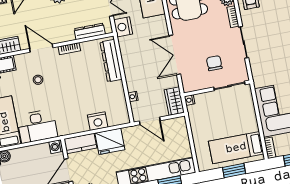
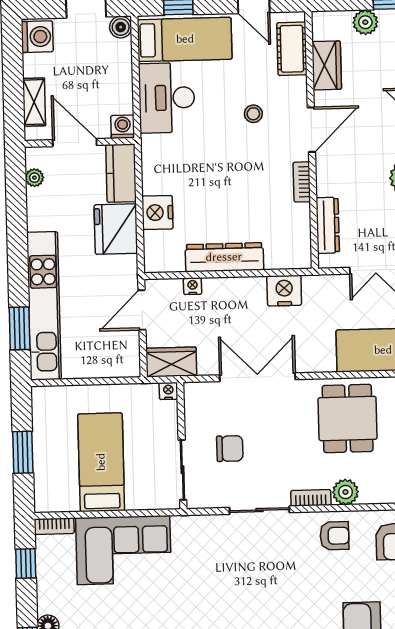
nightstand: (123, 27) -> (284, 291), moved
dresser: (111, 61) -> (224, 257), moved
bed: (236, 148) -> (101, 462), moved

